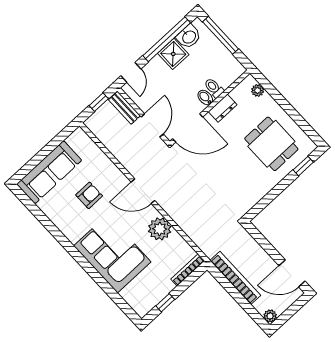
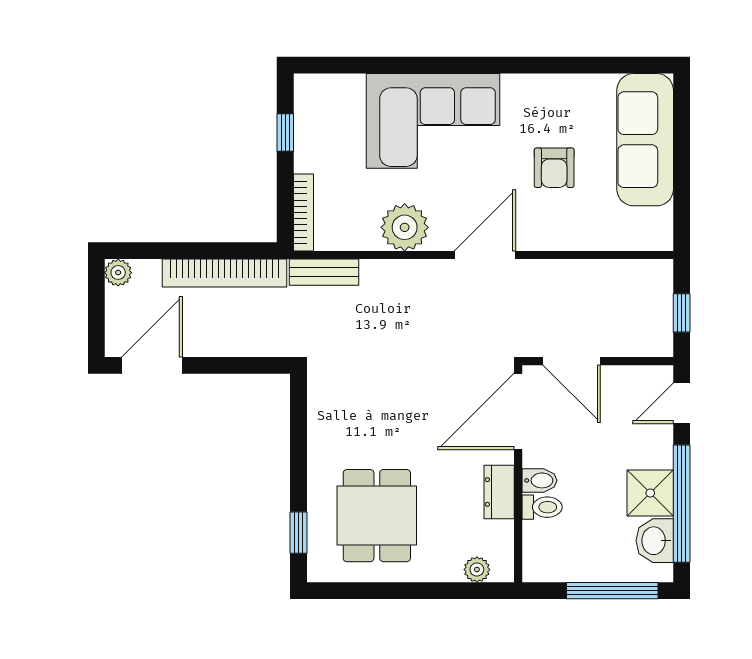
door: (131, 72) -> (682, 403), hinge flipped
bench: (124, 108) -> (324, 272), moved
dining table: (271, 144) -> (377, 516), turned 90

